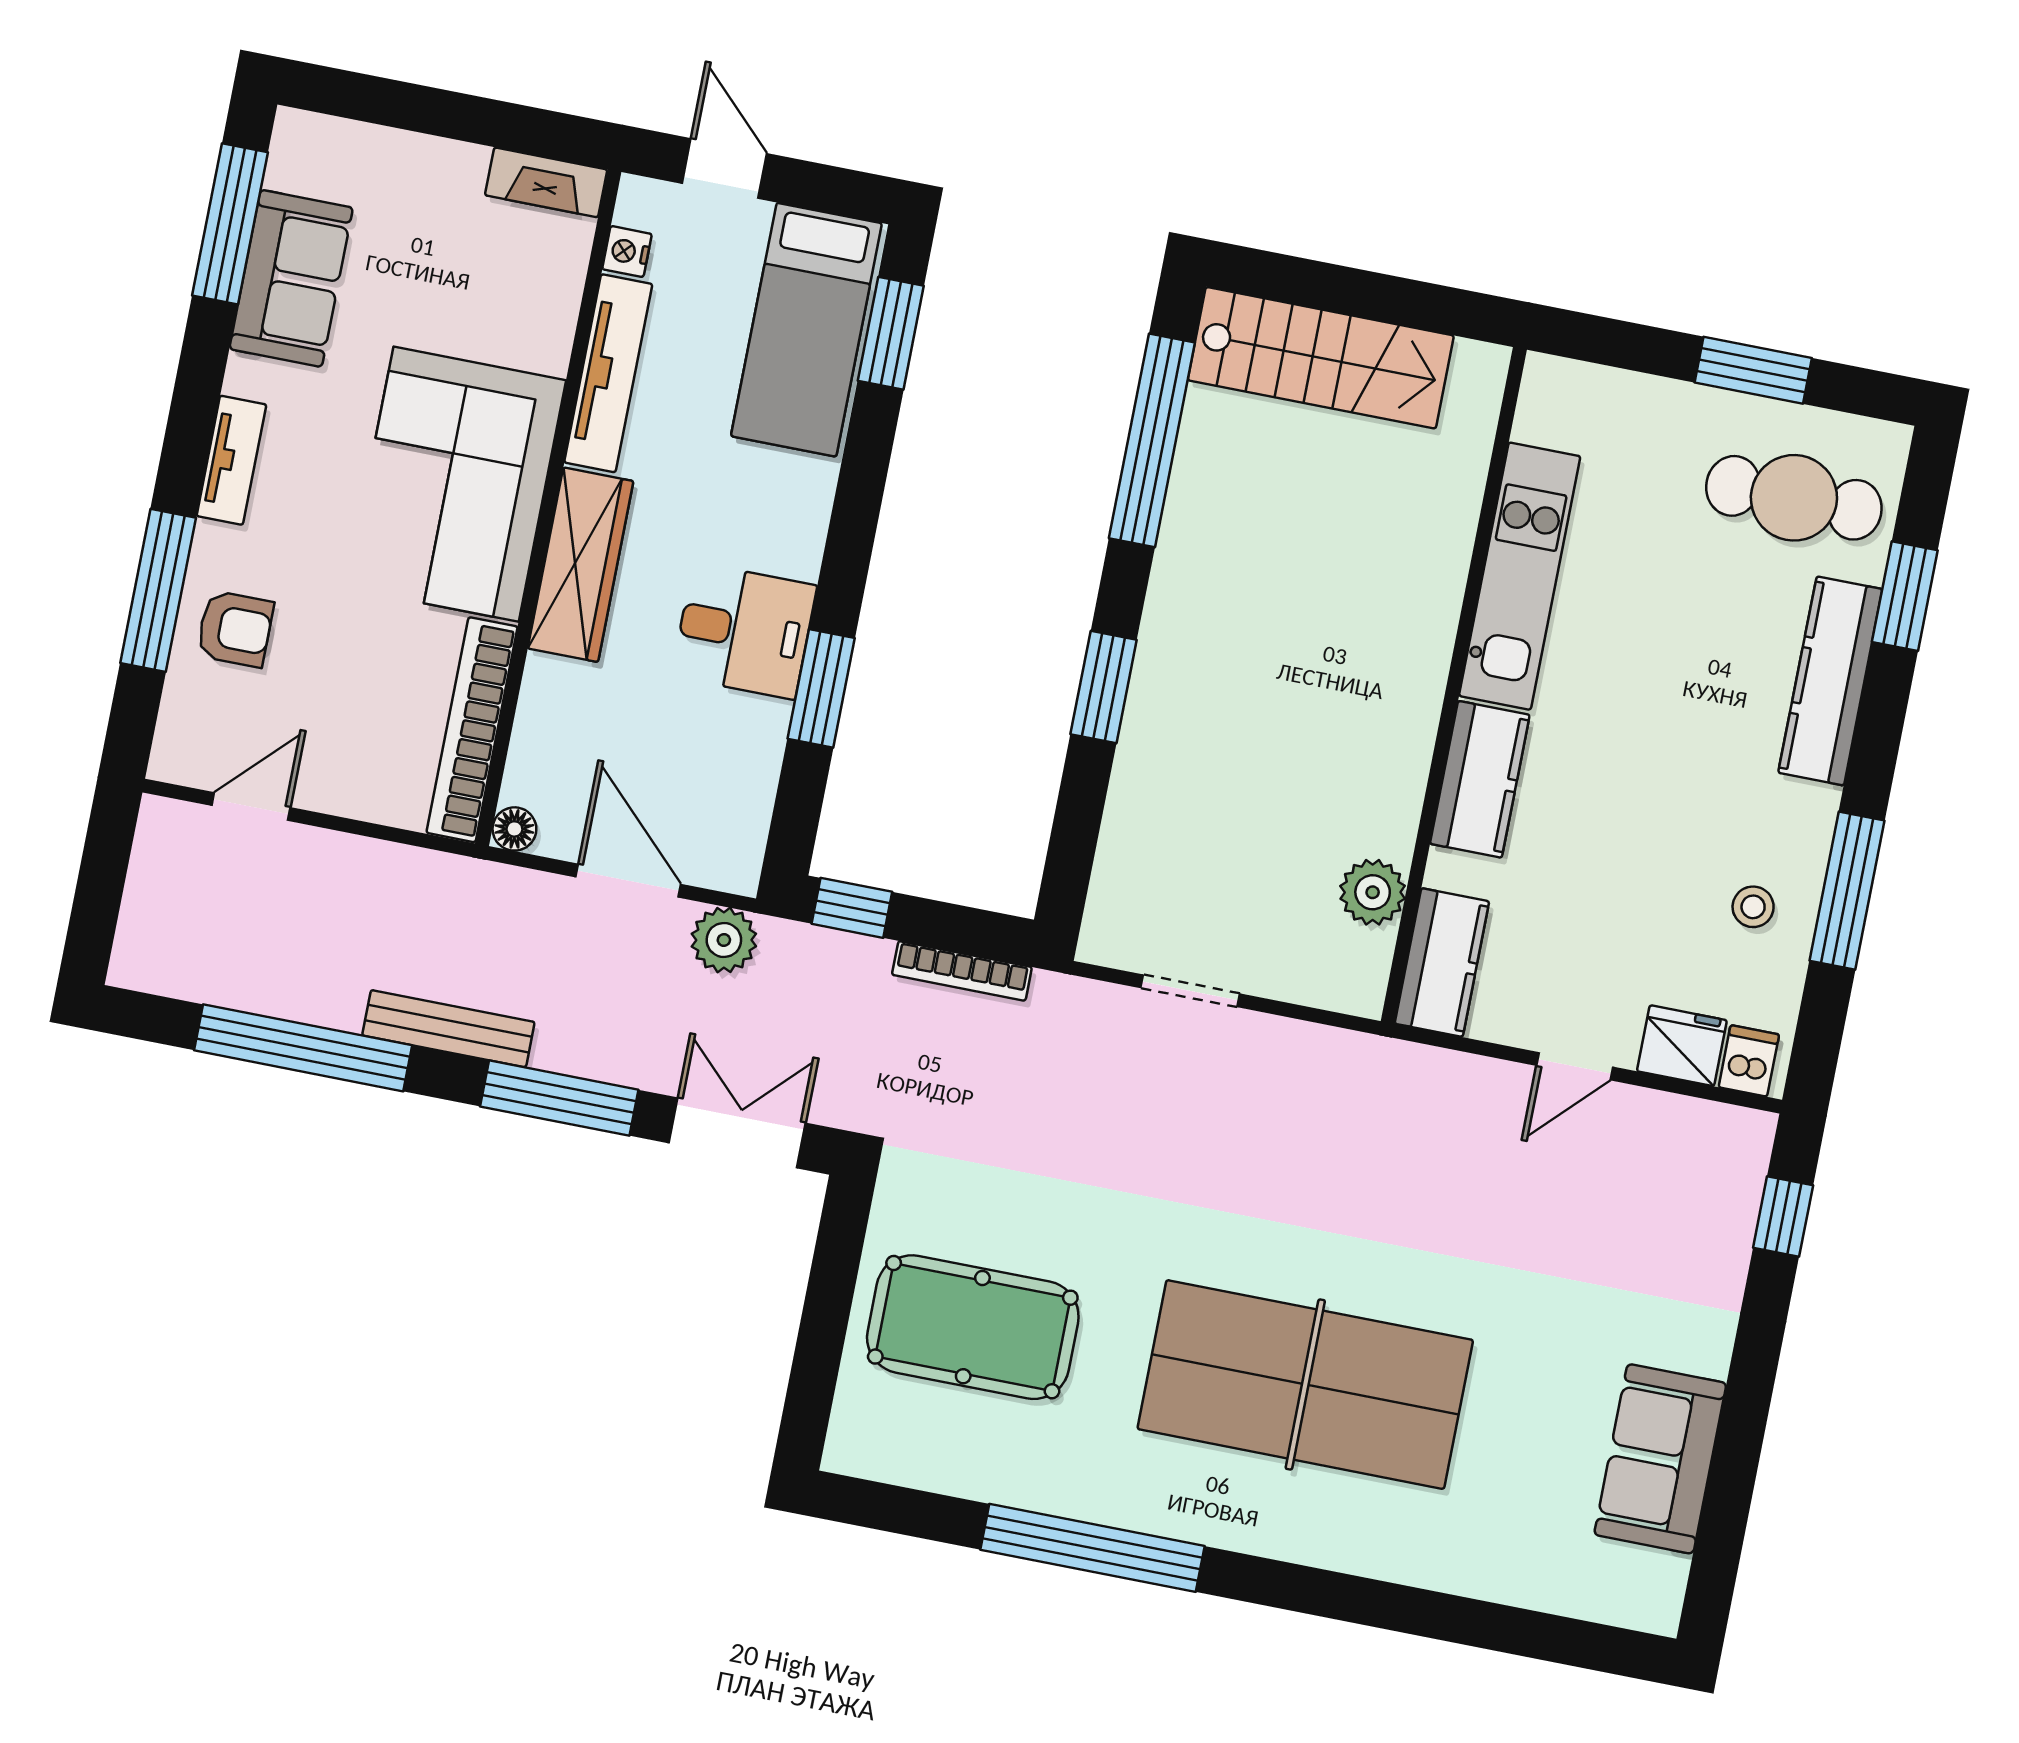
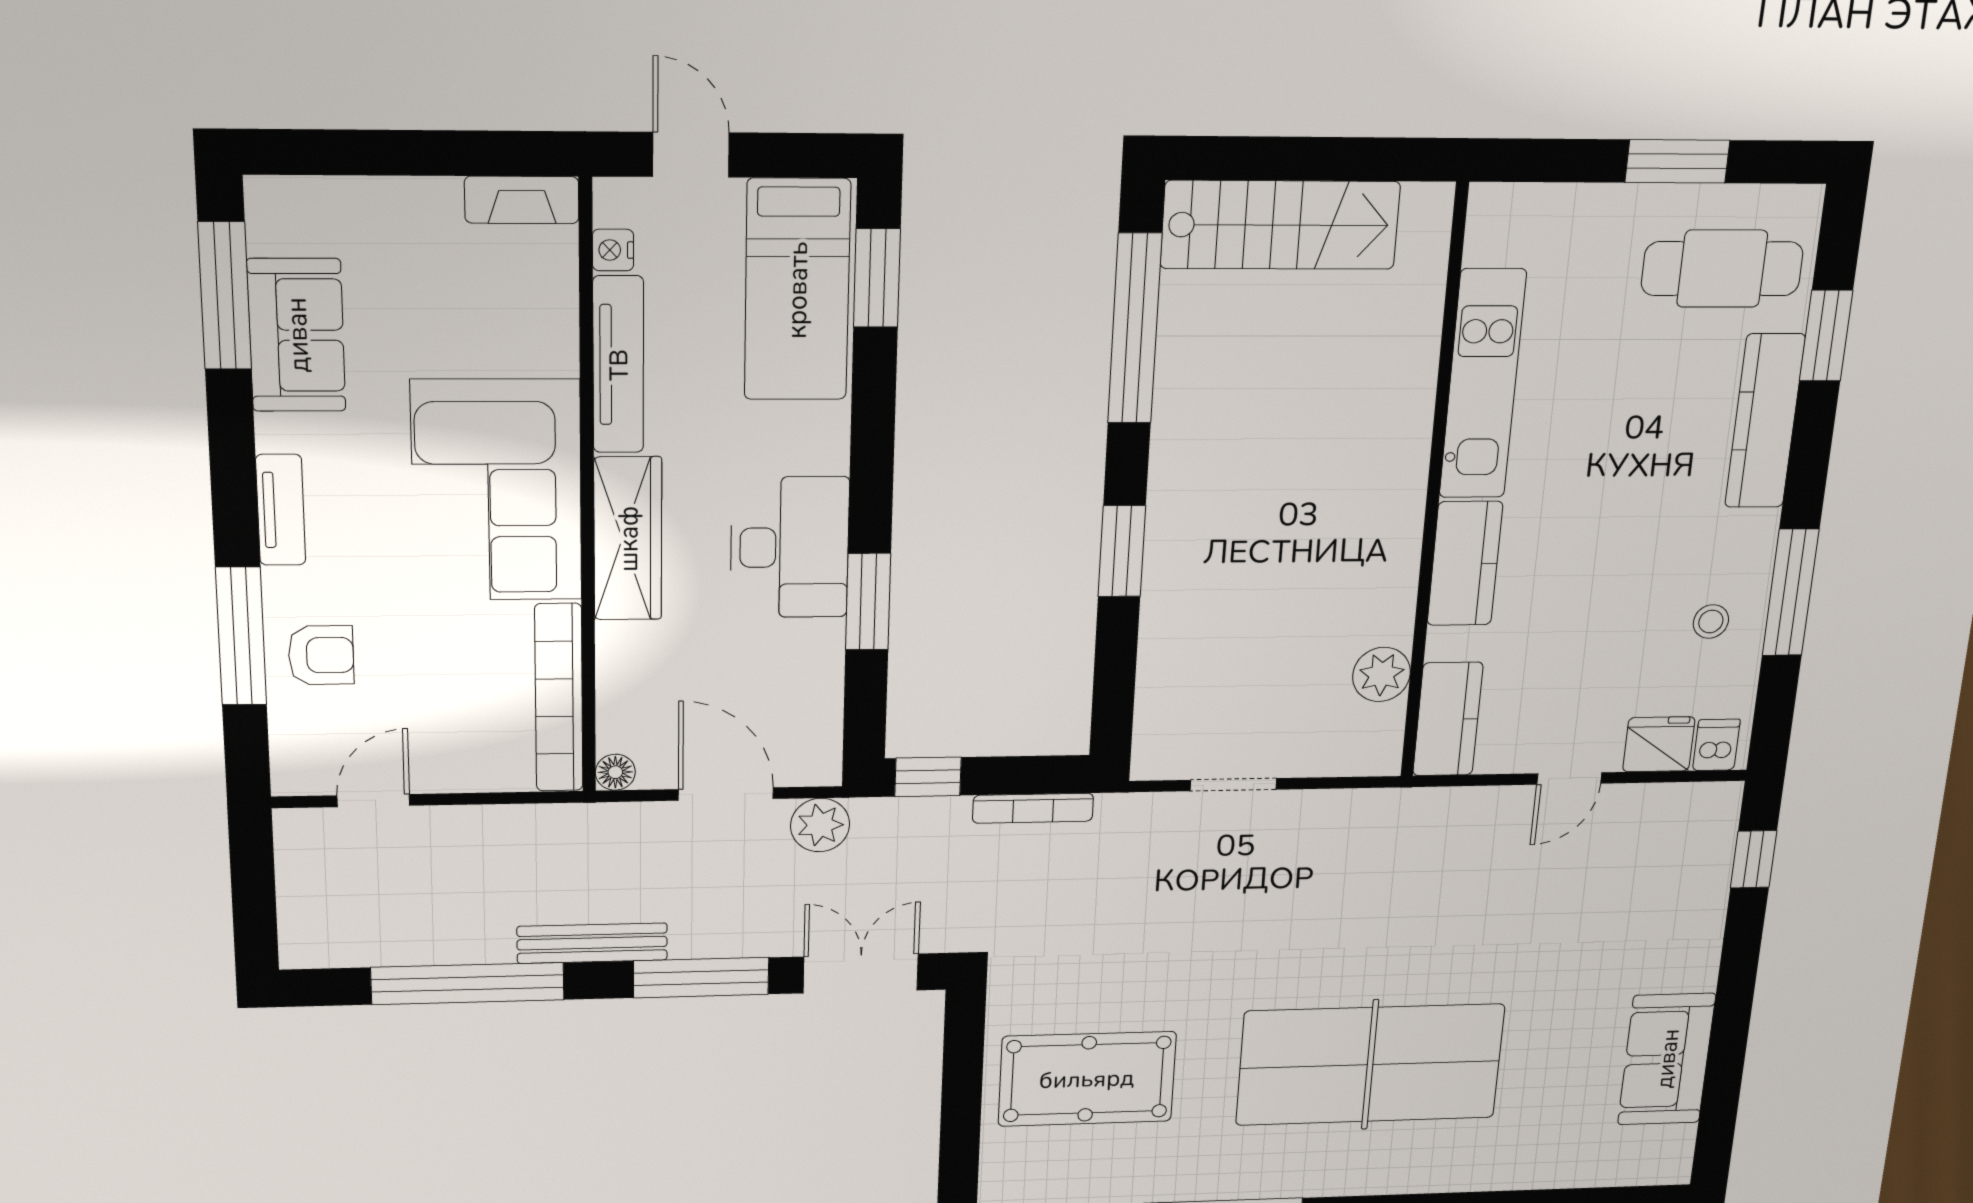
desk: (744, 631) -> (790, 547), width x1.37

